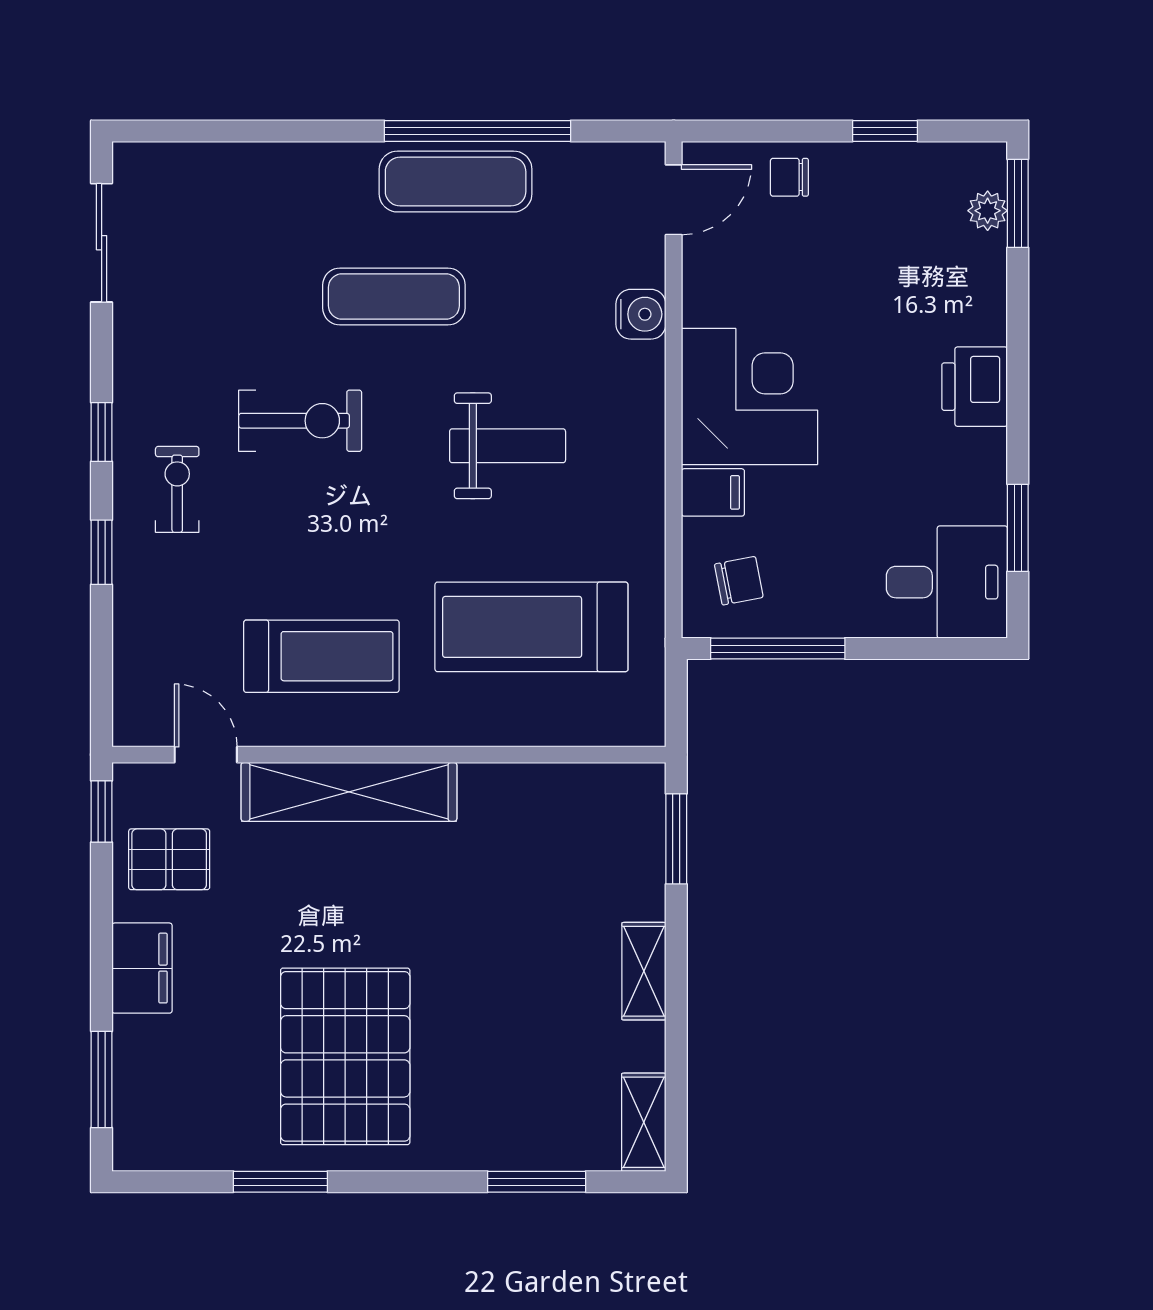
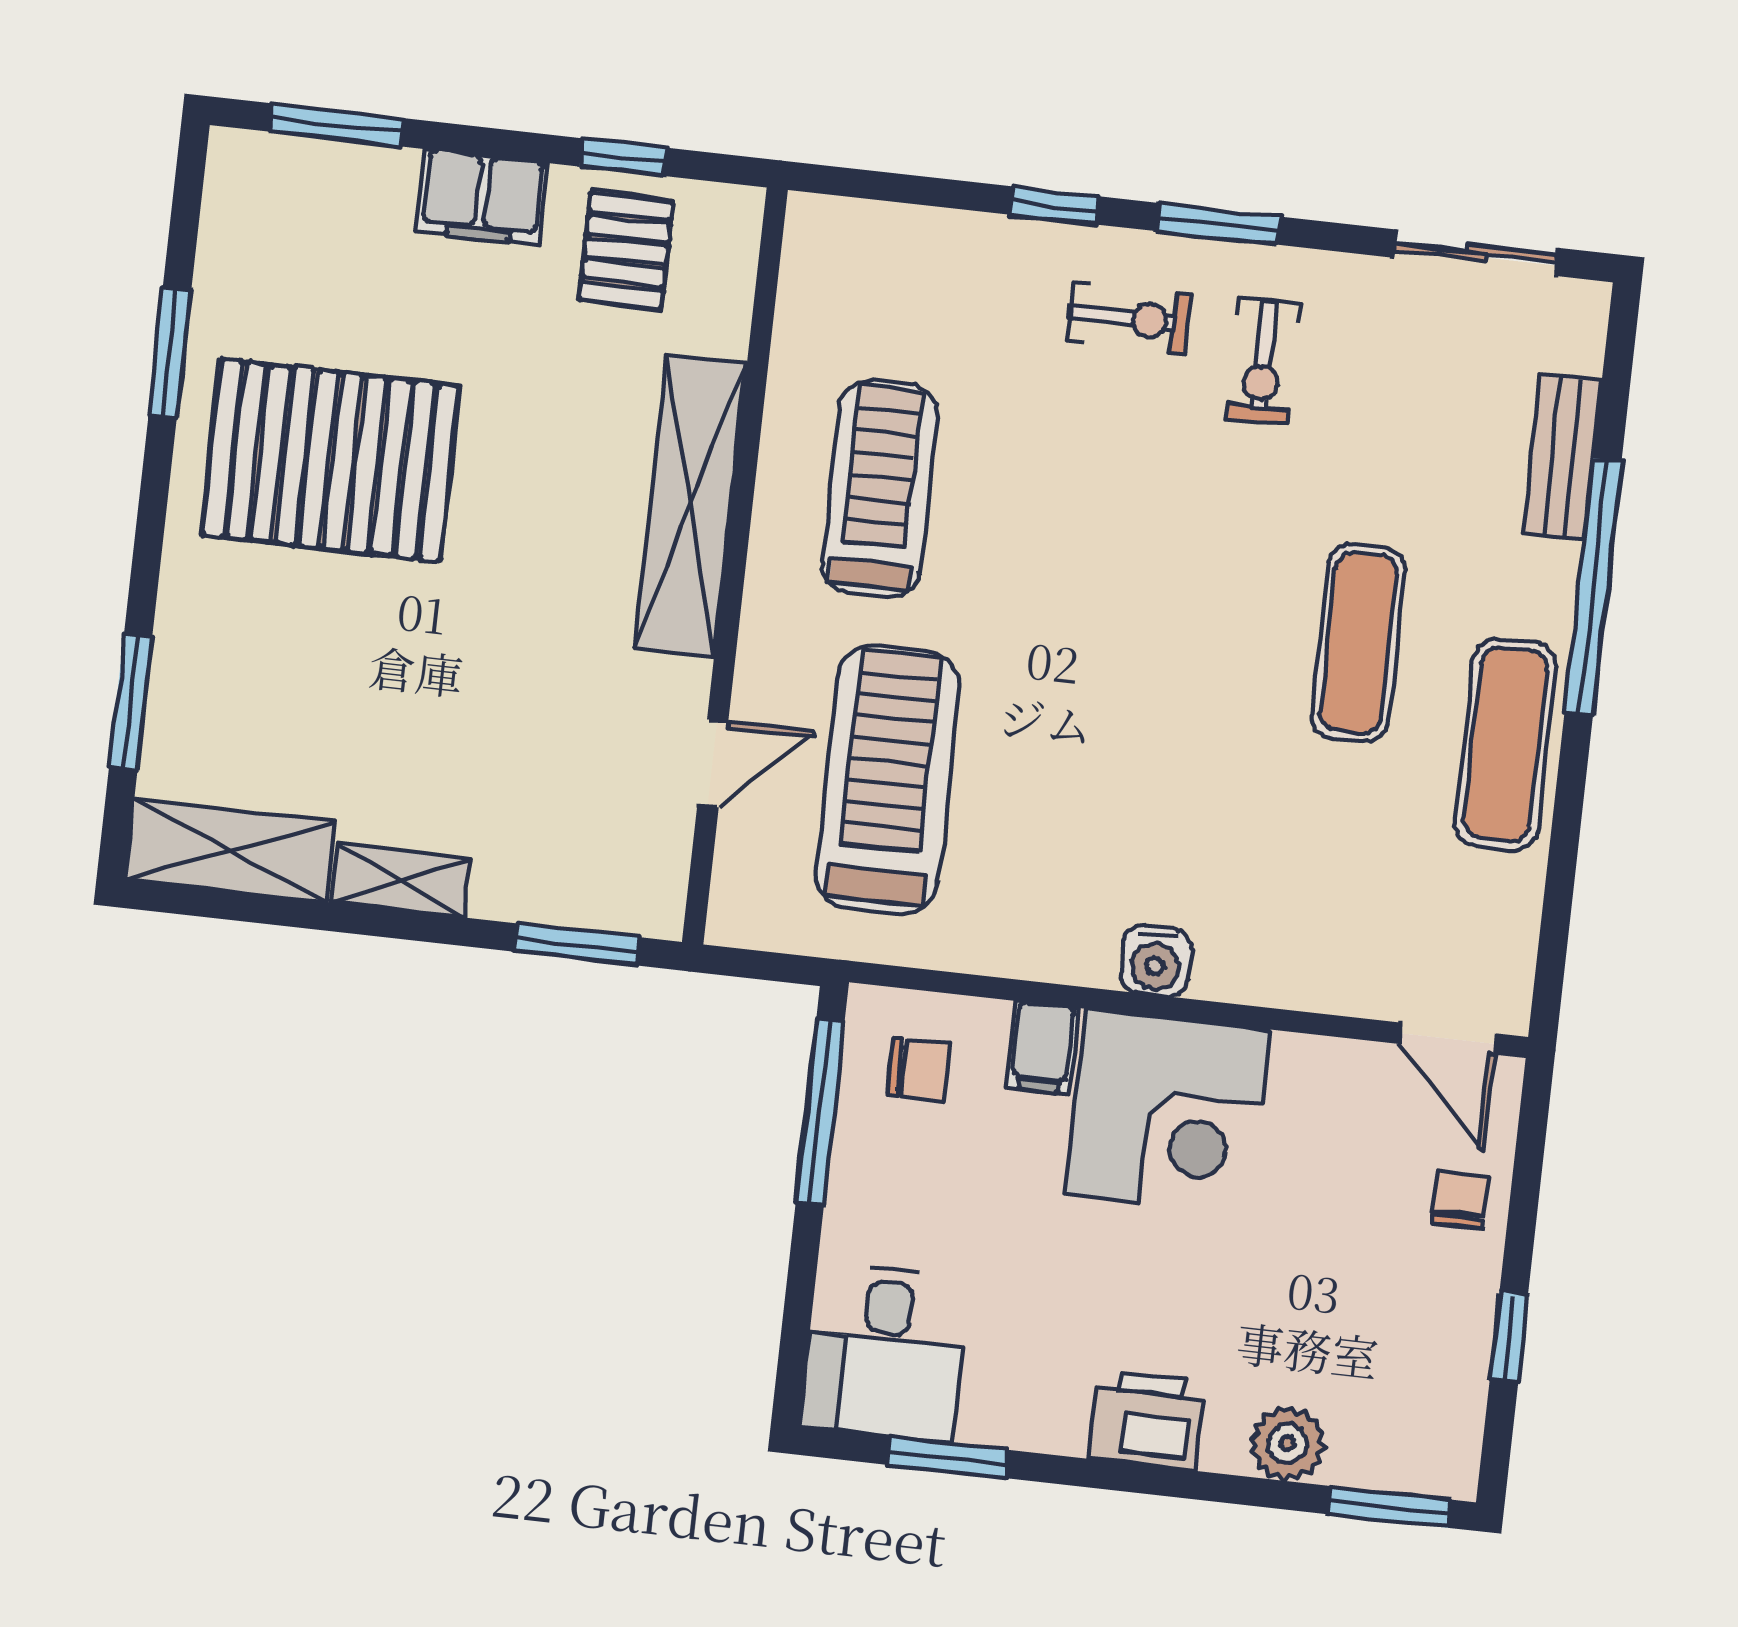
window: (477, 131) -> (1593, 587), moved
bench: (242, 164) -> (1563, 457), added
plant: (988, 211) -> (1287, 1443), moved, width x1.38, depth x1.38
water cooler: (641, 314) -> (1156, 961), moved
exercise bike: (300, 421) -> (1263, 362), moved, width x0.73, depth x0.72
window: (102, 432) -> (1218, 224), width x1.50
weight bench: (508, 446) -> (1138, 775), removed
chair: (739, 581) -> (919, 1069), turned -79
treadmill: (321, 656) -> (879, 489), turned 180
door: (206, 755) -> (713, 763), moved
window: (102, 812) -> (623, 157), moved
shelving: (644, 1122) -> (230, 851), width x1.50, depth x1.33

